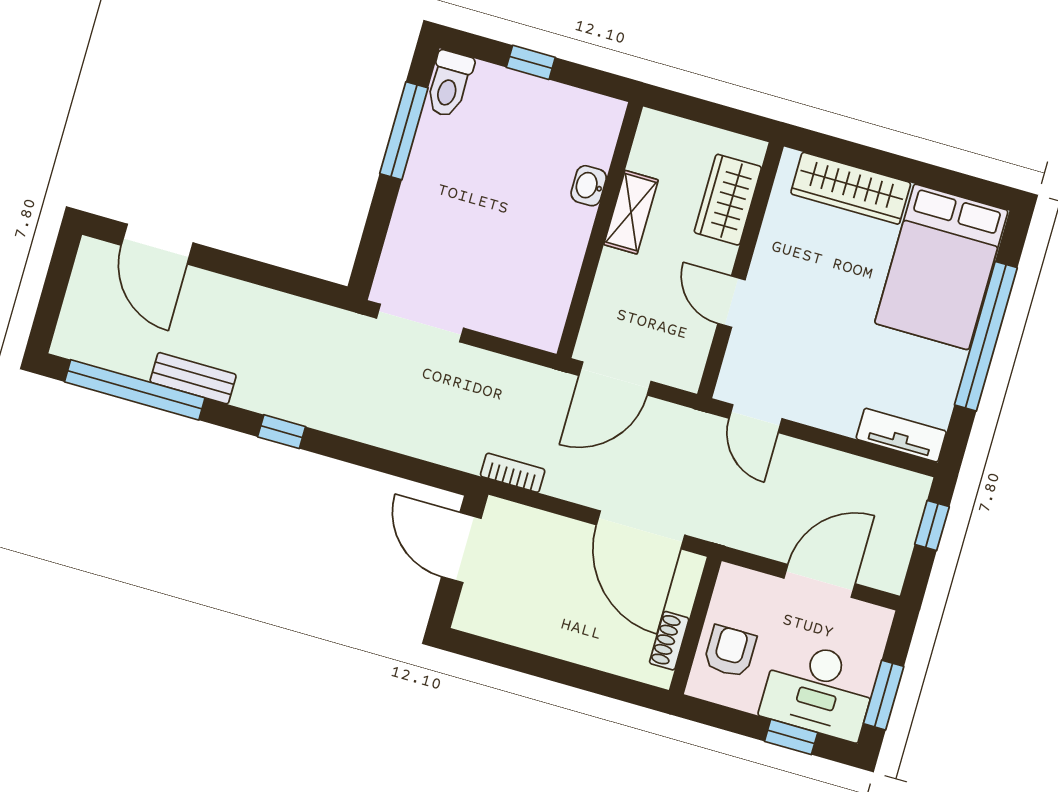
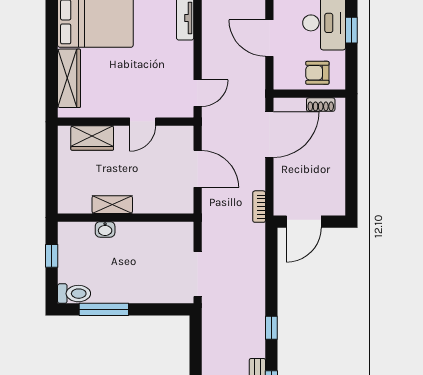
washbasin: (589, 186) -> (105, 229), moved
shelving: (631, 212) -> (112, 205), moved
wall: (600, 230) -> (126, 218), moved

